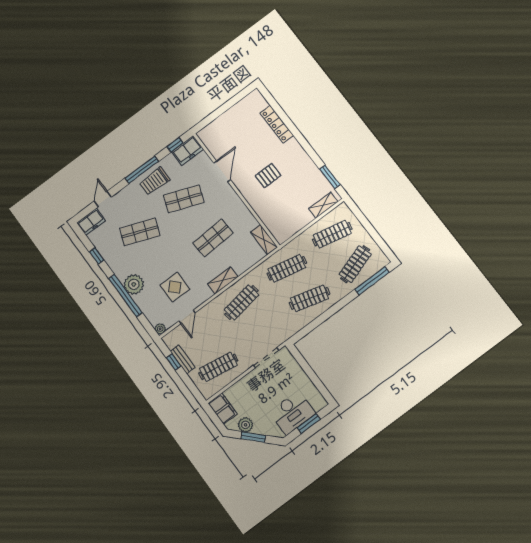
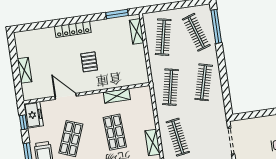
shelving: (226, 118) -> (24, 70), added
locker: (277, 124) -> (73, 29), moved
shelving: (264, 240) -> (117, 96), moved

